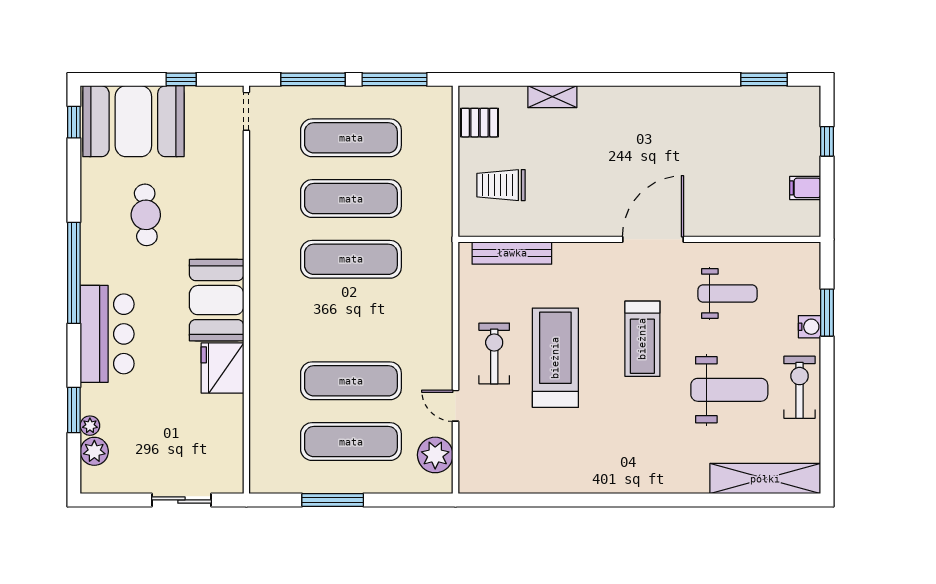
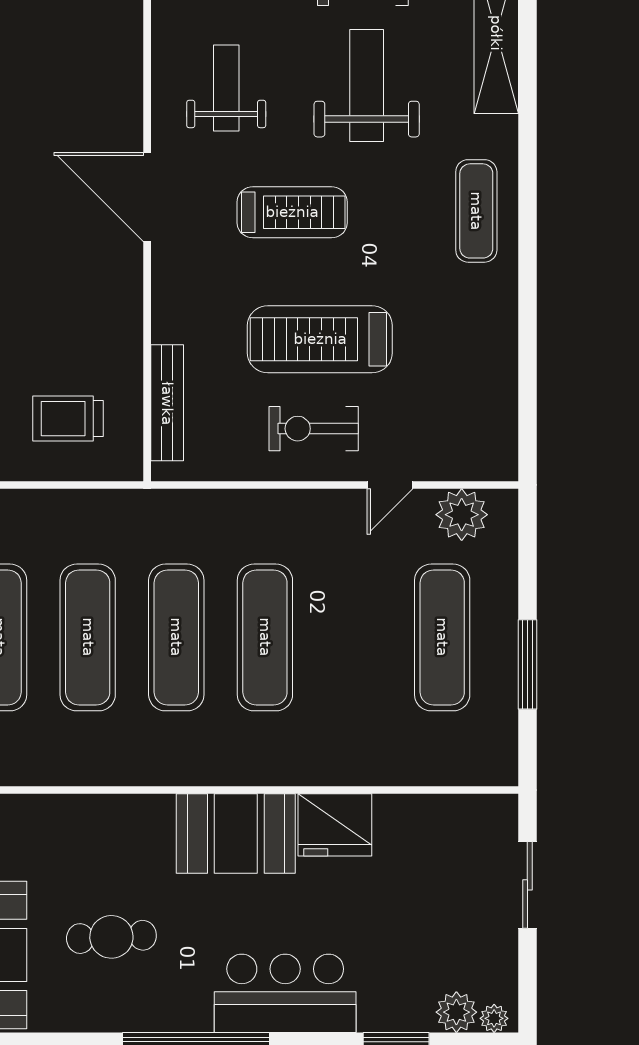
trolley: (501, 185) -> (68, 419), turned 90
exercise mat: (351, 381) -> (265, 637), moved
plant: (90, 426) -> (494, 1018), moved
exercise mat: (643, 465) -> (476, 211), added

